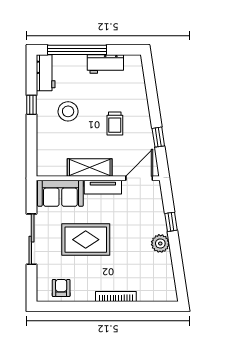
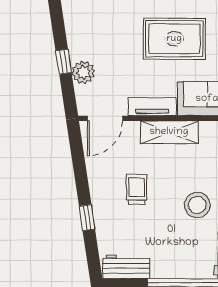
workbench: (105, 64) -> (126, 267), moved
window: (158, 137) -> (87, 218), moved
plant: (160, 243) -> (83, 72), moved

